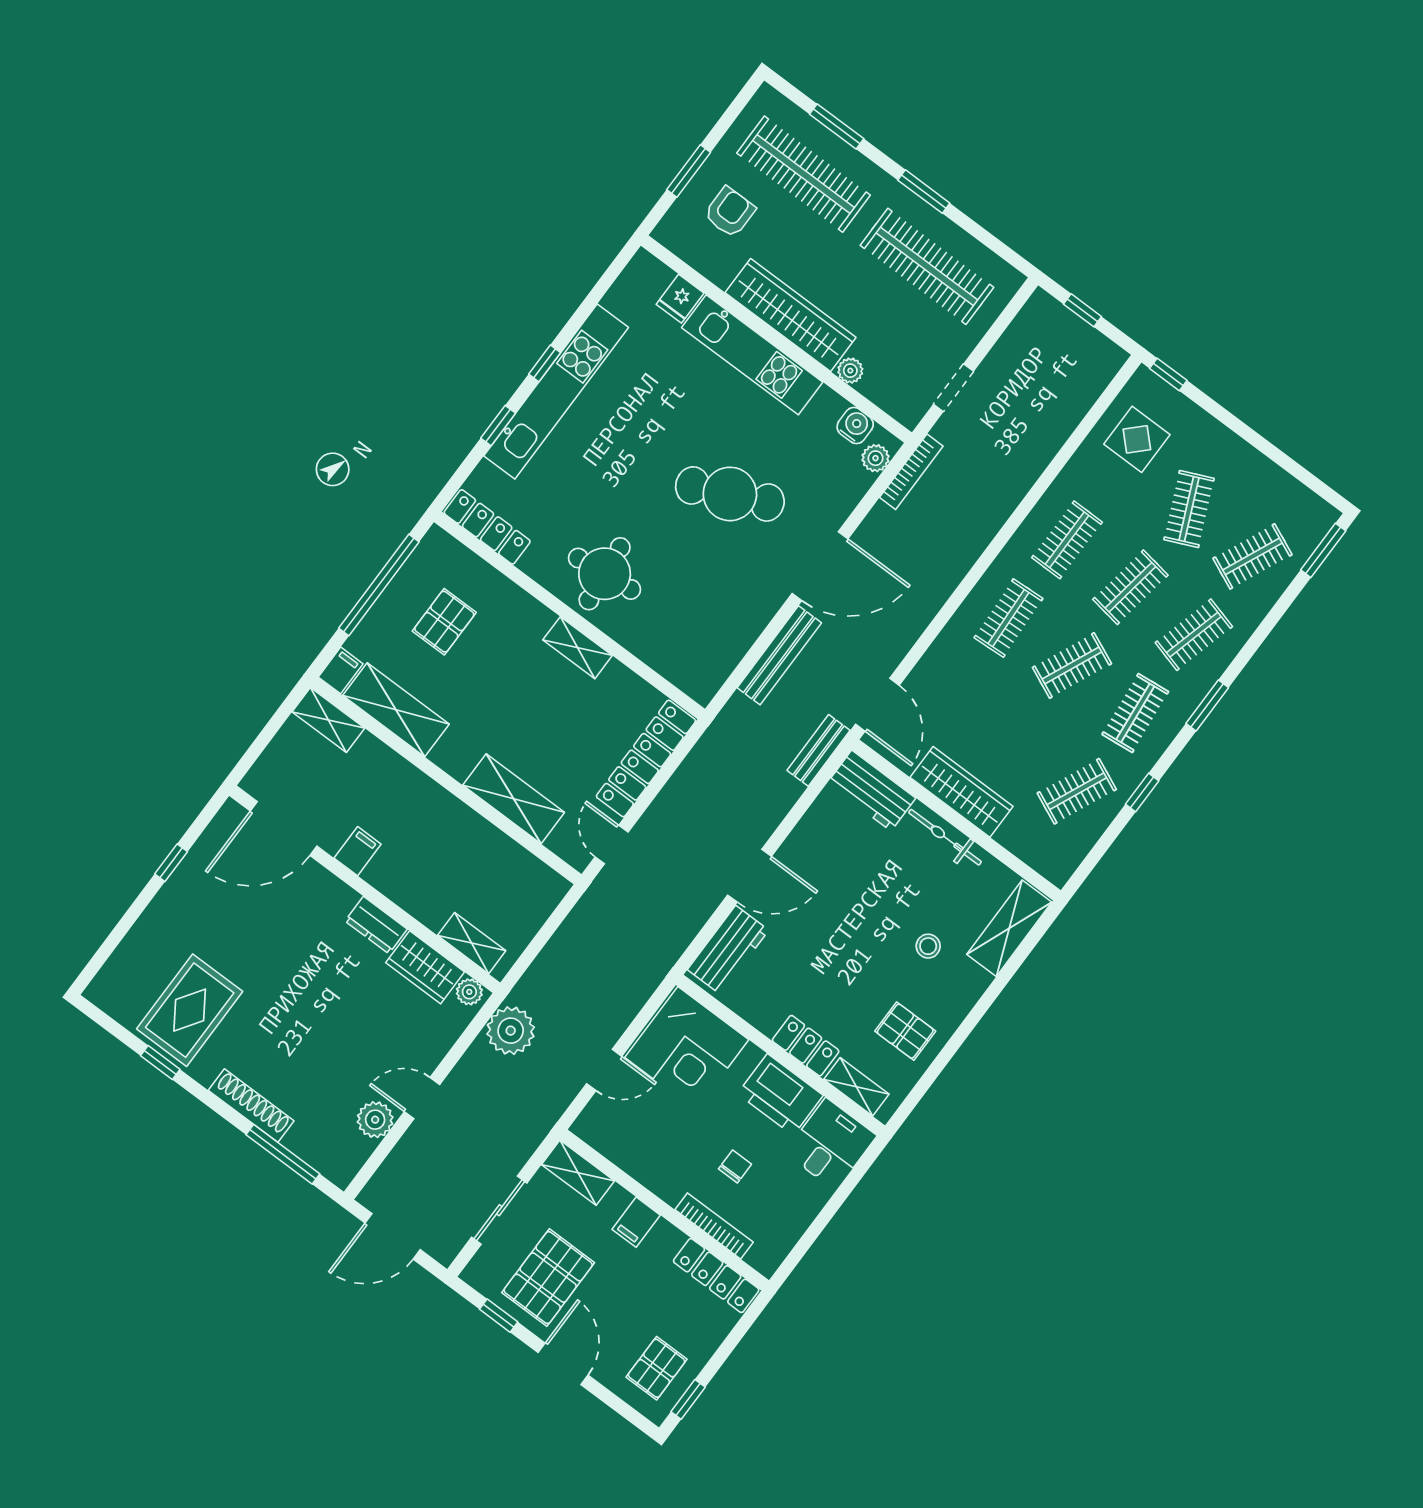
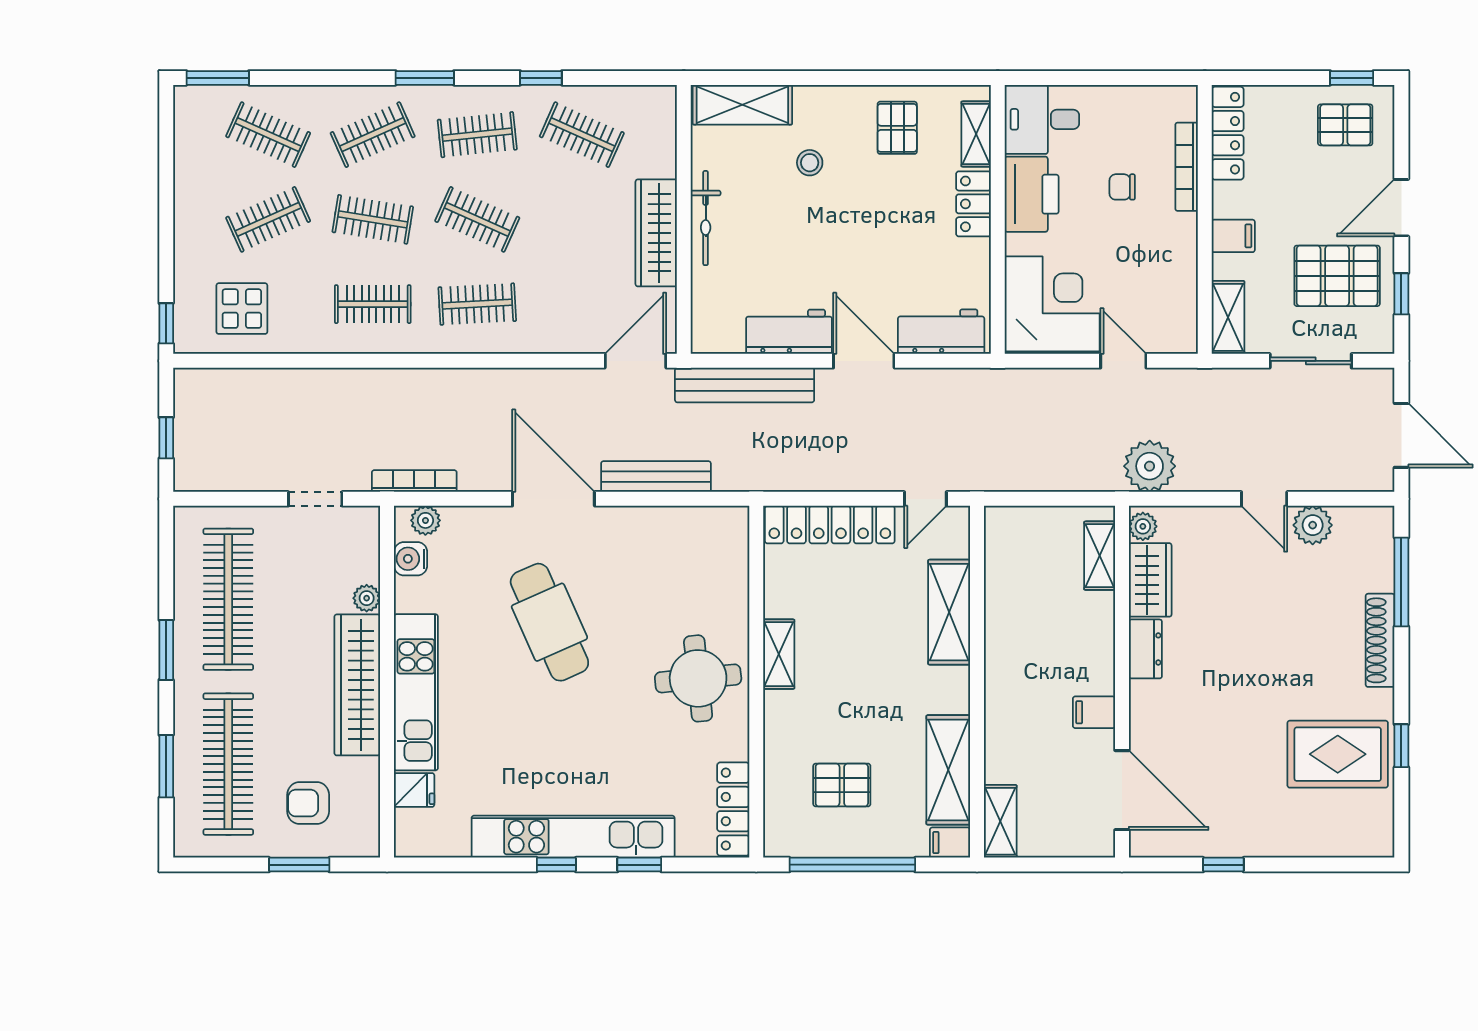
clothes rail: (1194, 635) -> (373, 135), turned -39
bench: (818, 750) -> (745, 385), width x1.86, depth x1.21
workbench: (871, 791) -> (789, 332), moved, turned -90

